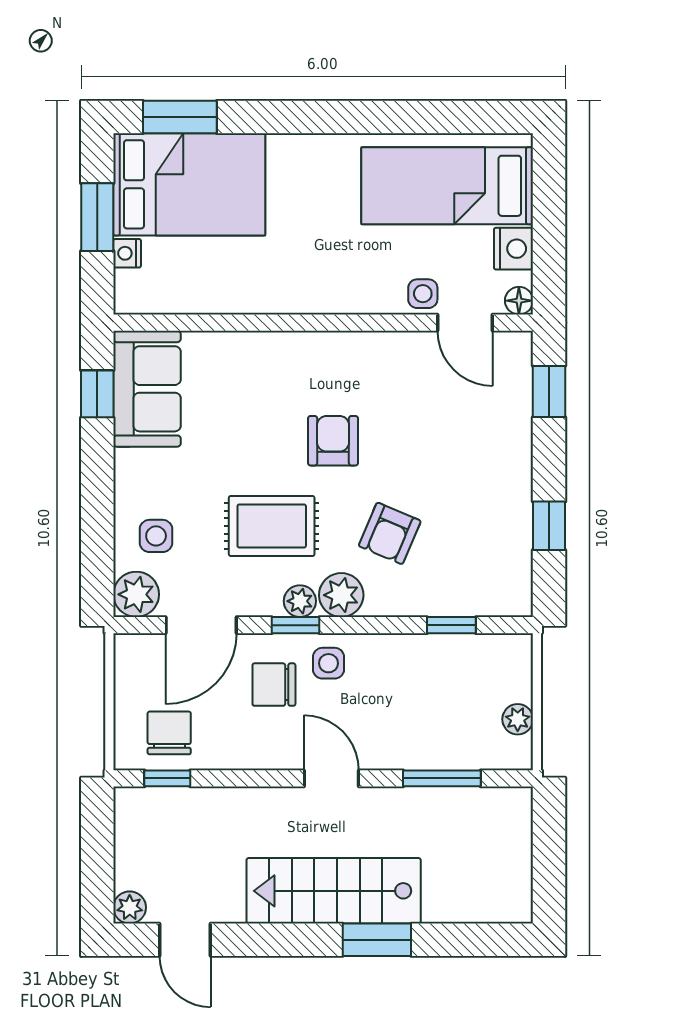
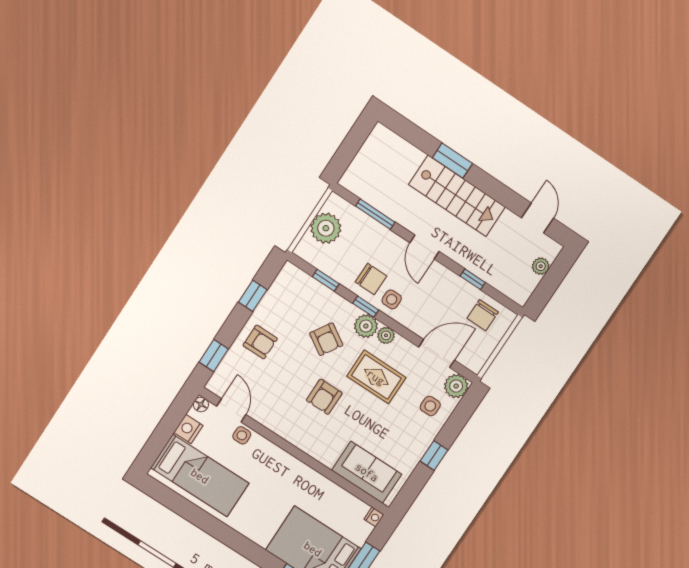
nightstand: (127, 253) -> (374, 517), moved
sofa: (147, 389) -> (367, 472), moved, turned 90
window: (97, 394) -> (434, 456), moved
armchair: (490, 461) -> (260, 342), added
armchair: (390, 533) -> (326, 339), turned 99
window: (295, 625) -> (366, 307), moved
chair: (274, 685) -> (371, 279), moved
plant: (518, 719) -> (326, 228), width x1.88, depth x1.88
window: (167, 778) -> (473, 279), moved
plant: (130, 907) -> (541, 266), moved

